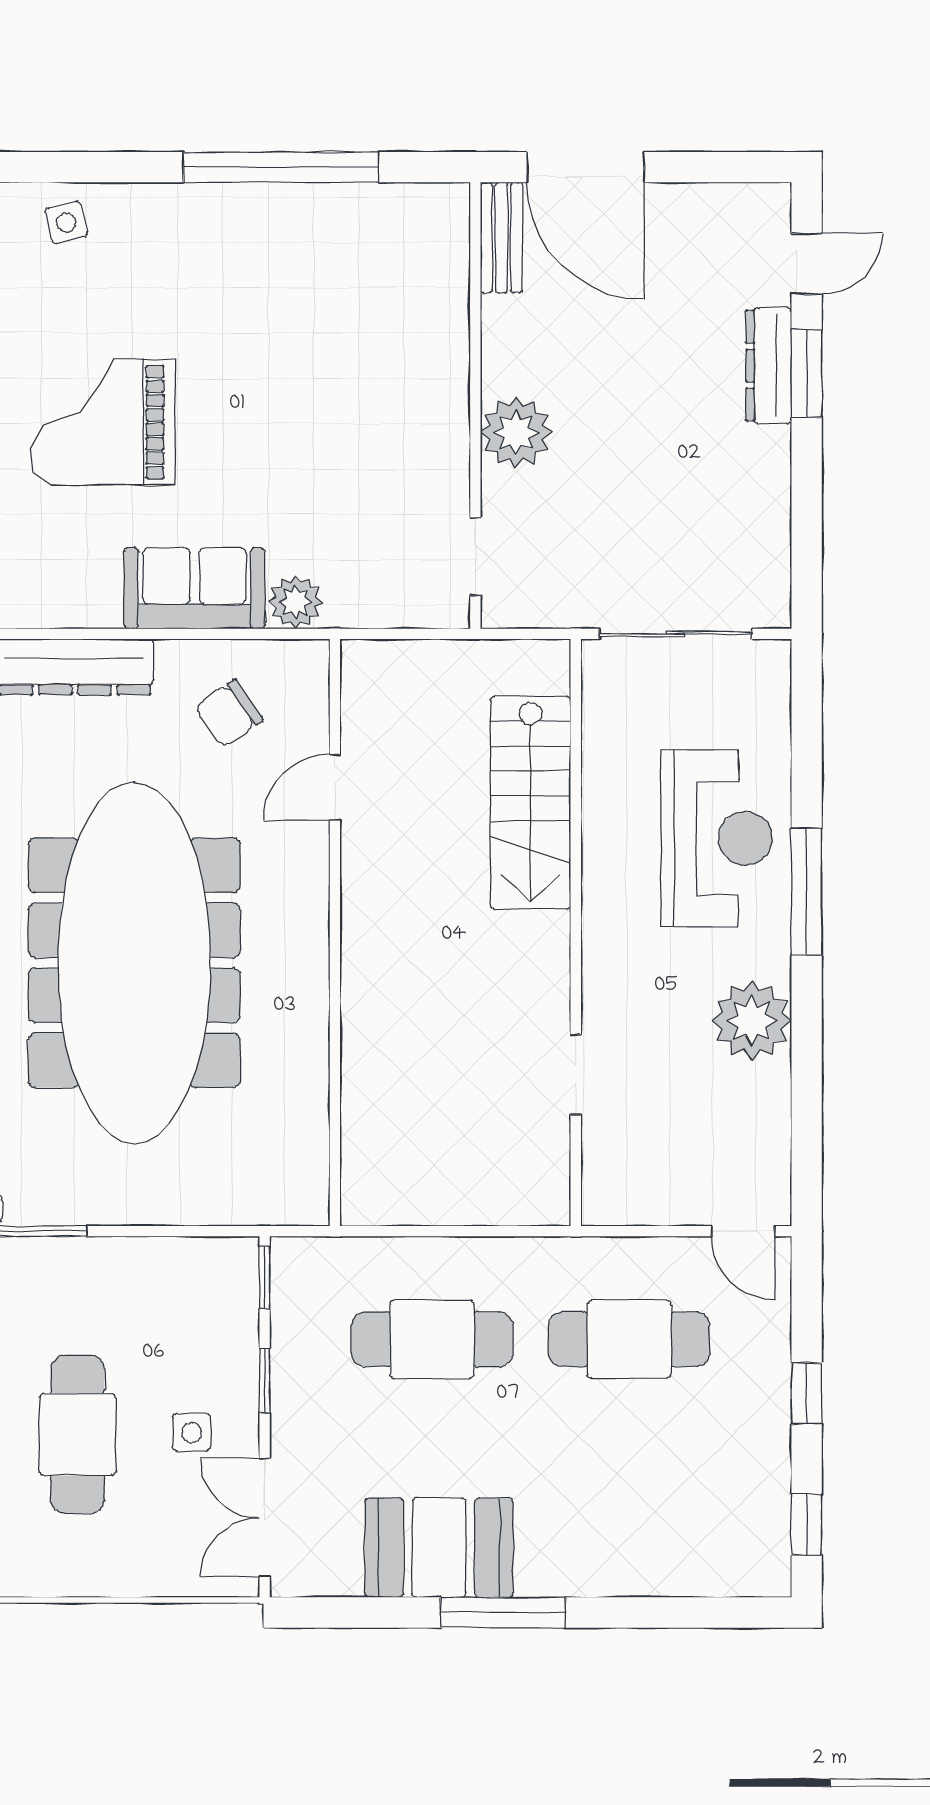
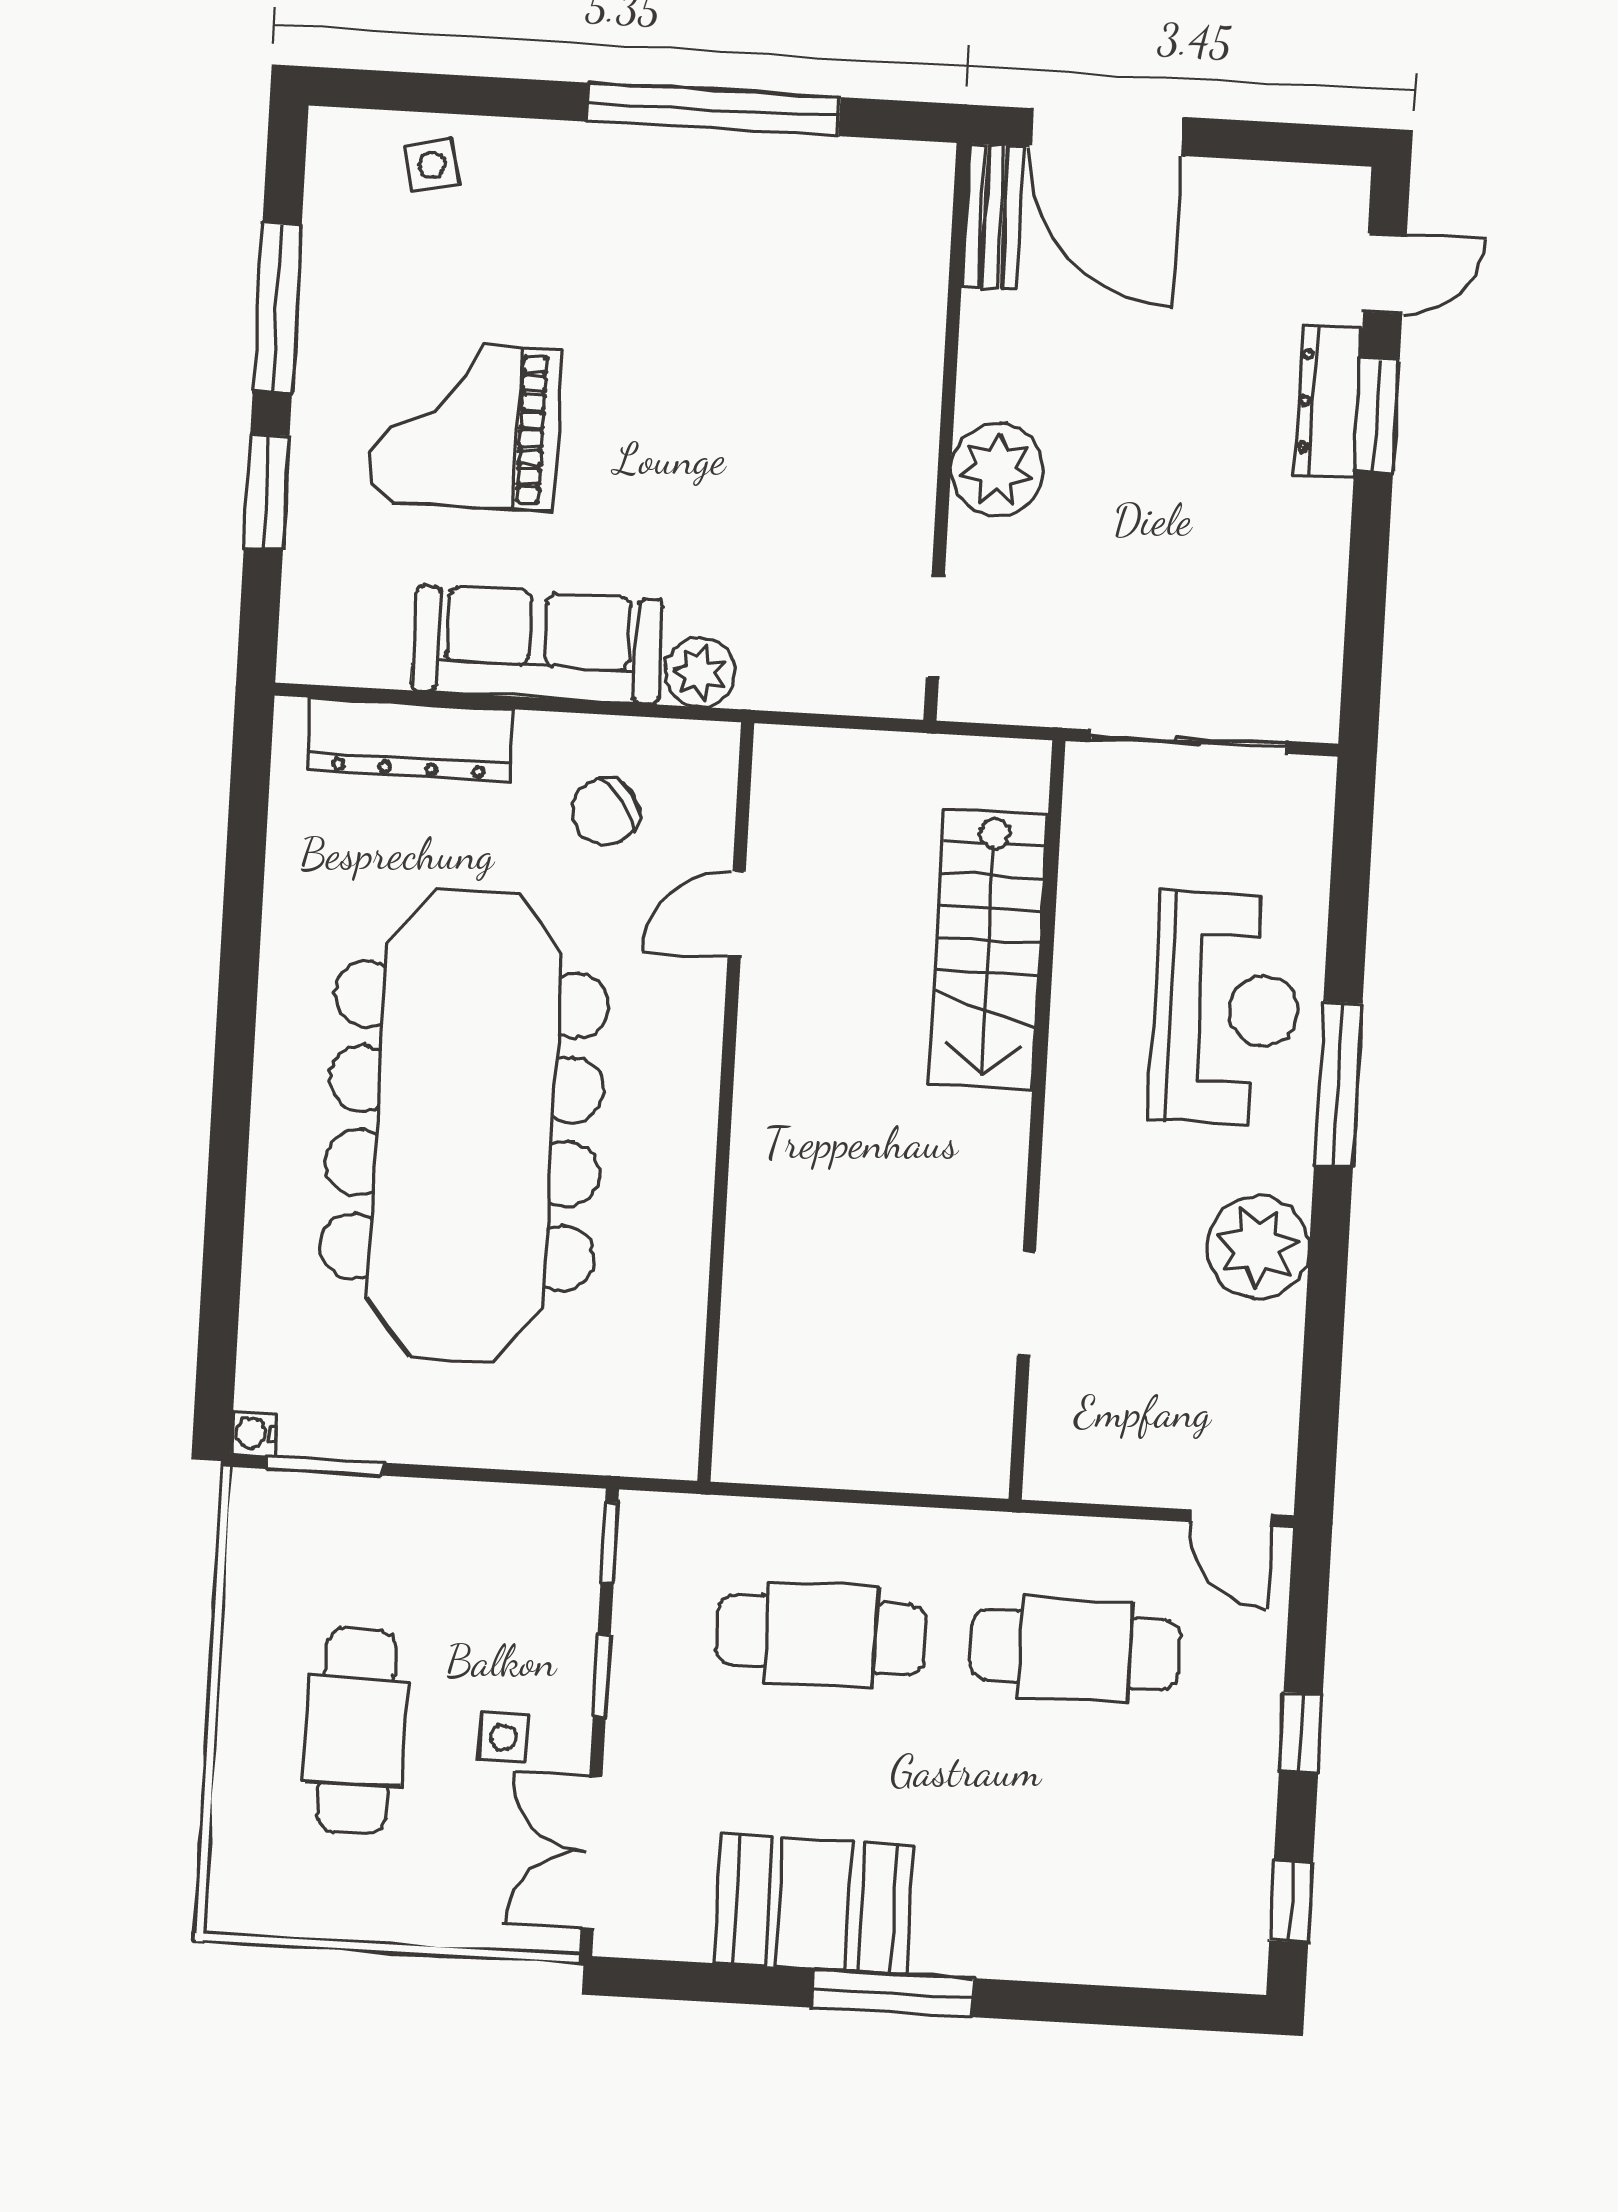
sofa: (194, 588) -> (537, 645), width x1.36

